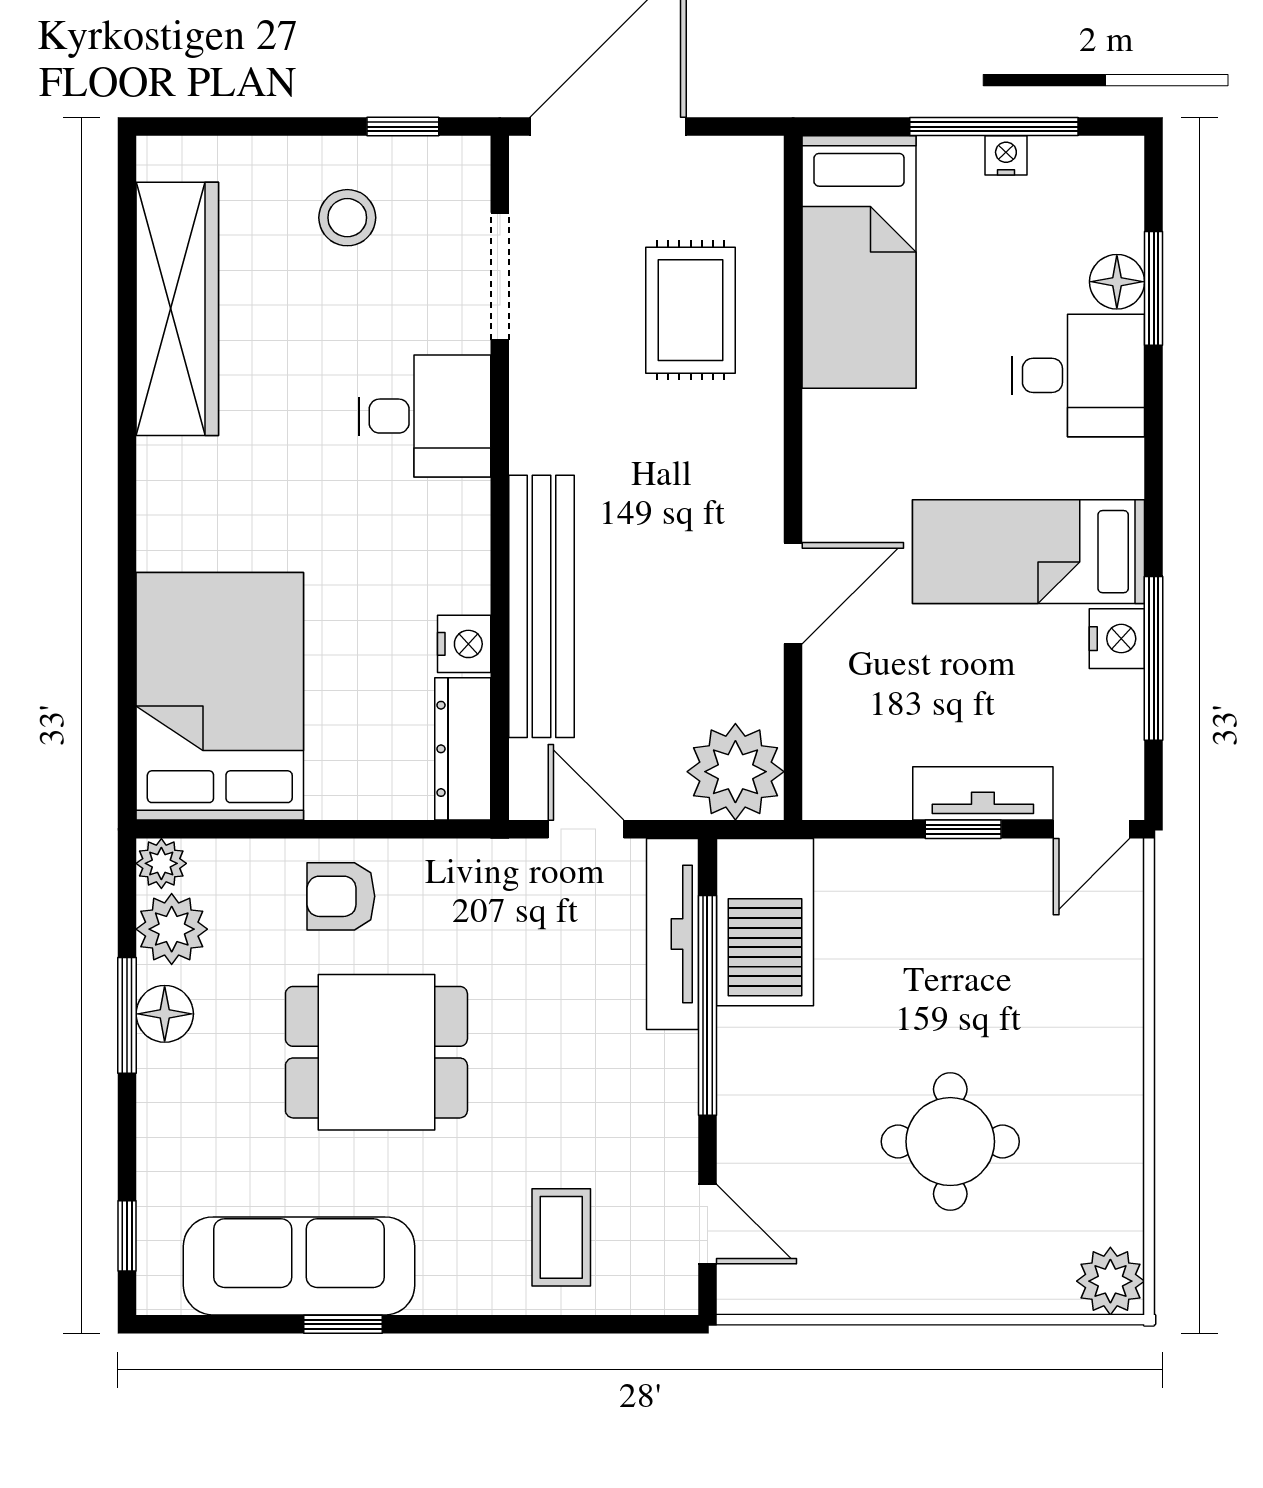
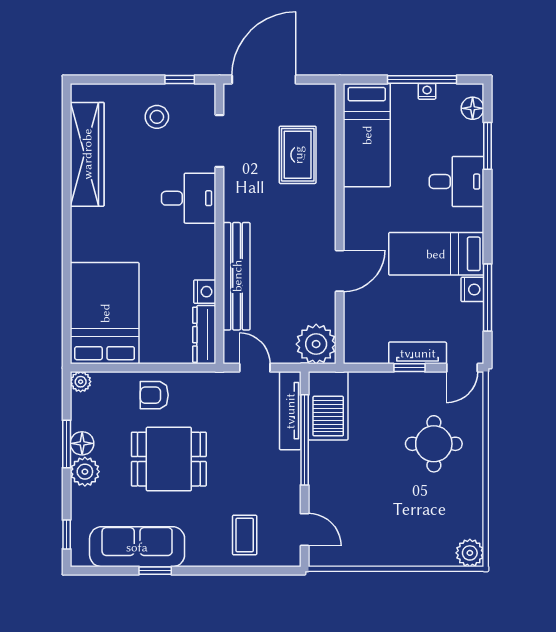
floor lamp: (1117, 282) -> (473, 108), moved
plant: (172, 929) -> (85, 472), moved
round table: (950, 1142) -> (434, 444), moved

